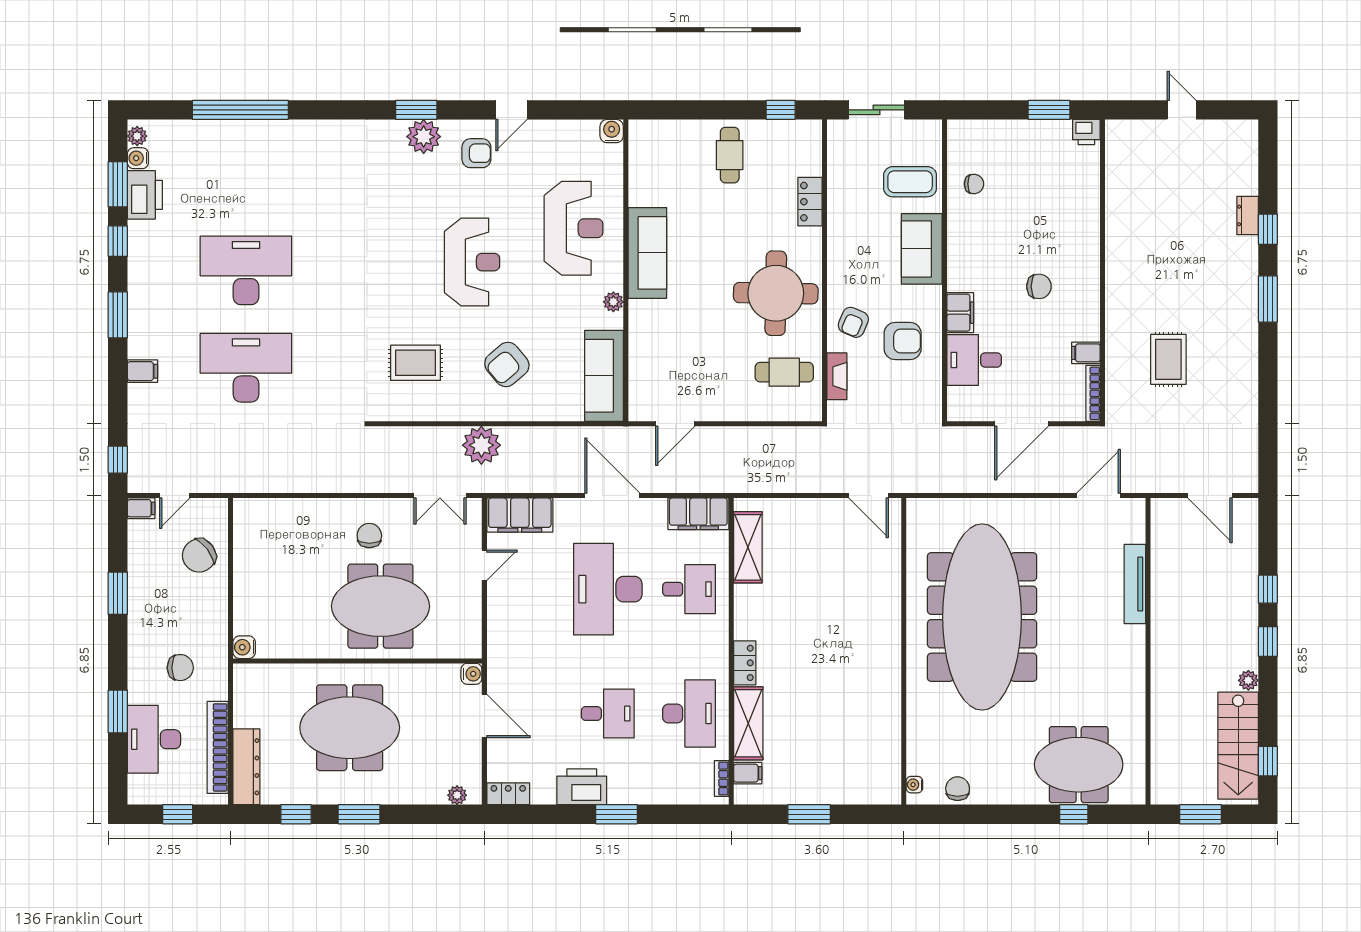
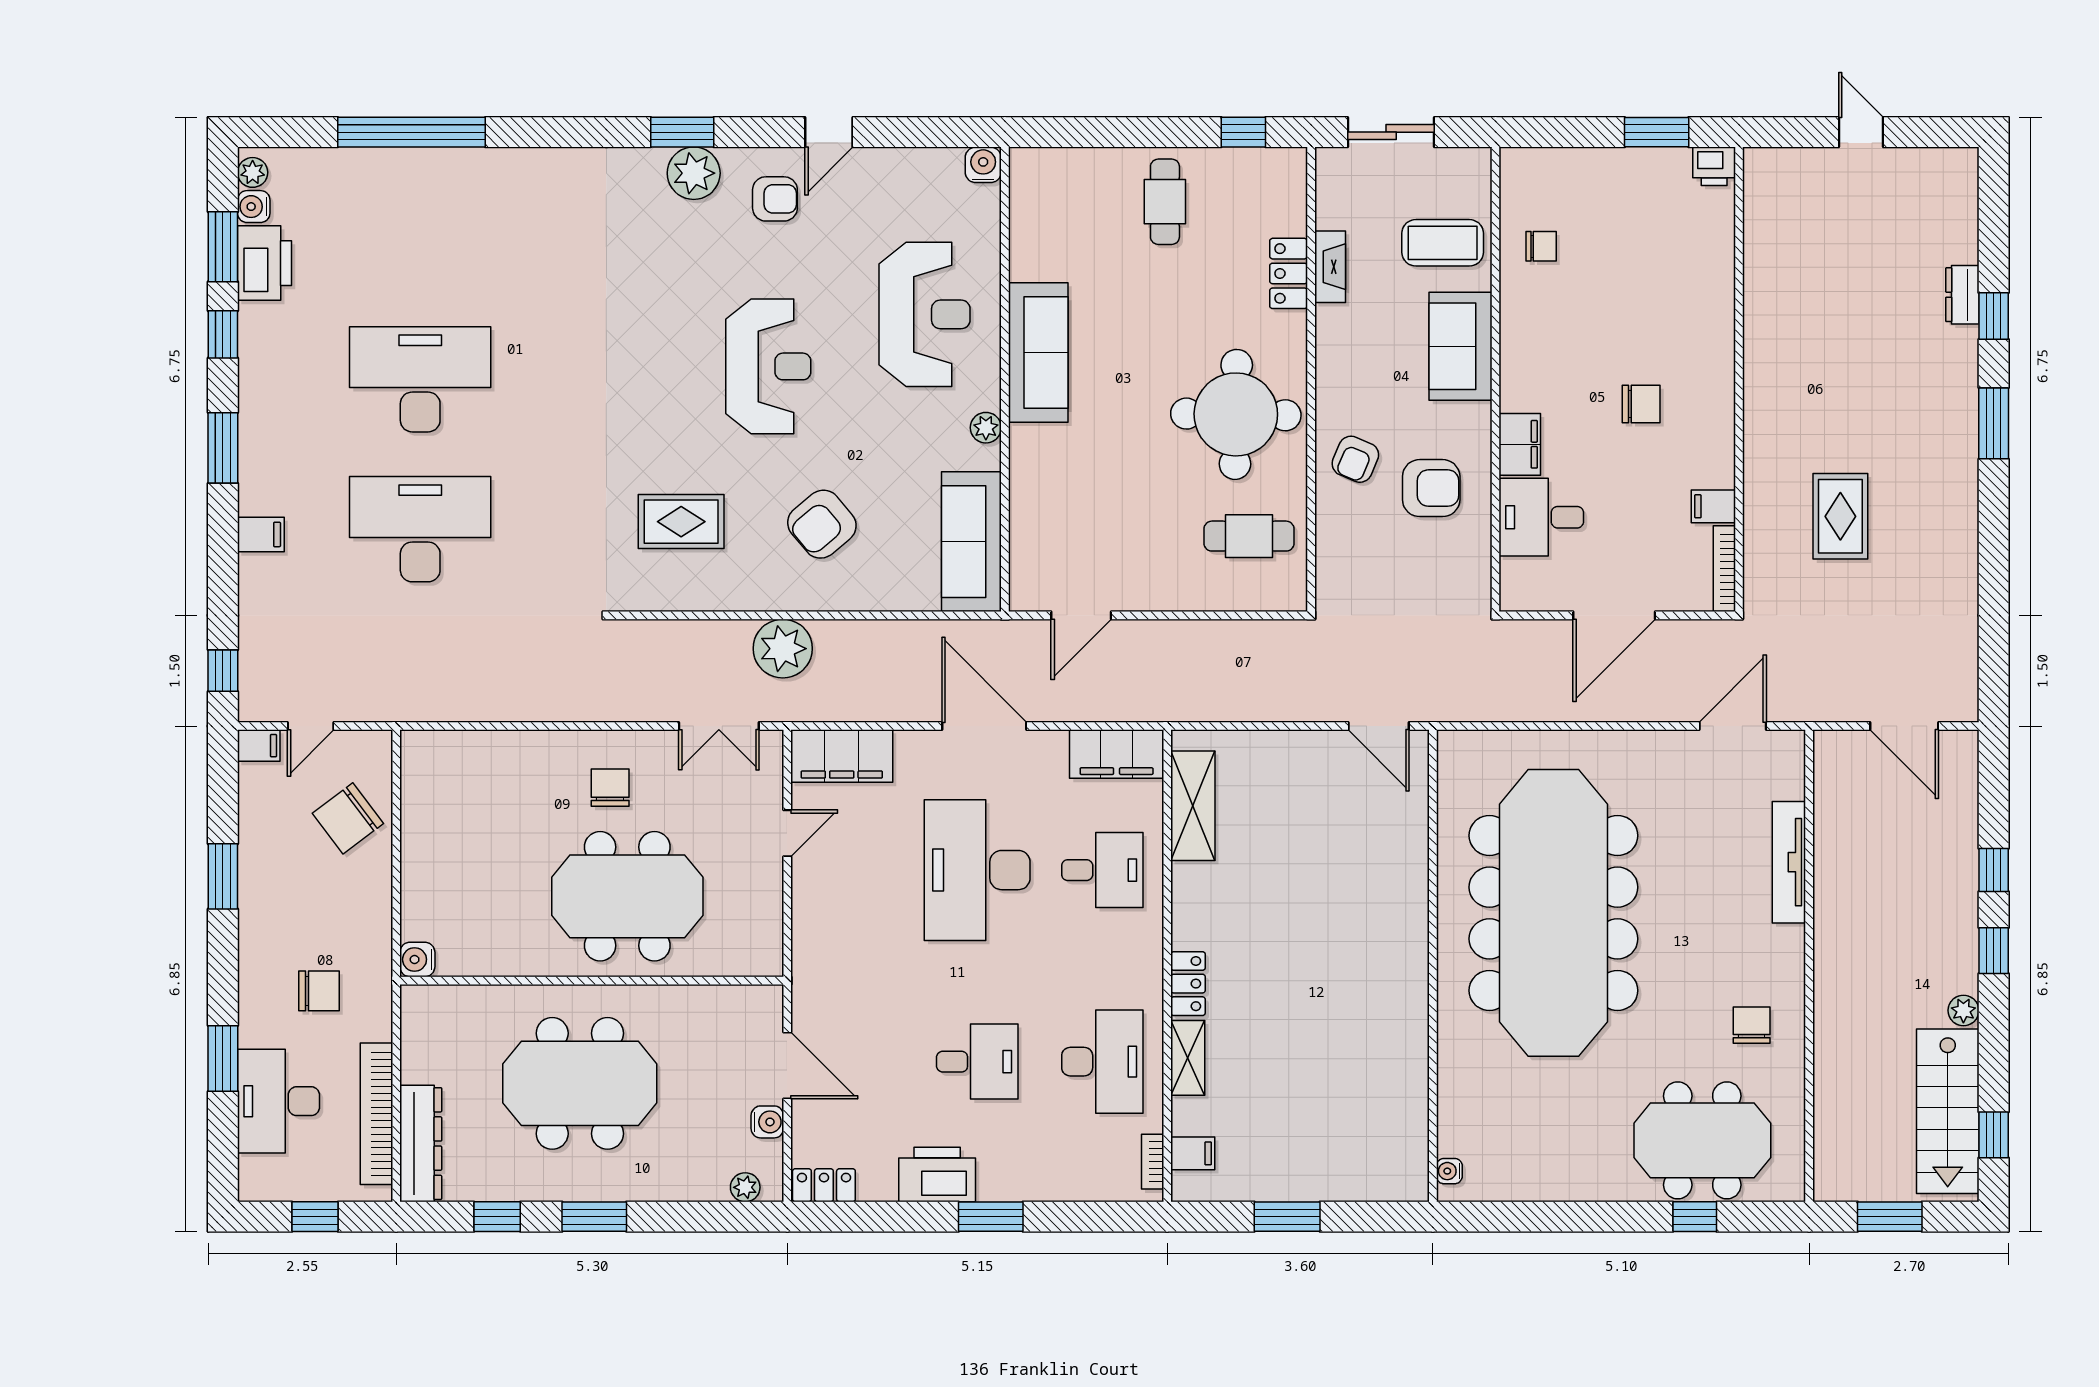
fireplace: (837, 376) -> (1330, 267), moved
water cooler: (471, 674) -> (767, 1122), moved
shelving: (748, 723) -> (1188, 1058), width x0.67, depth x0.75
chair: (958, 789) -> (1752, 1025), moved

